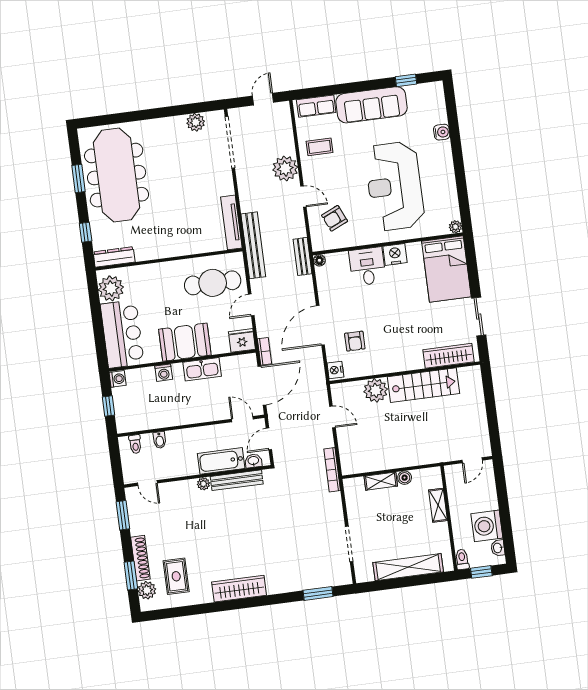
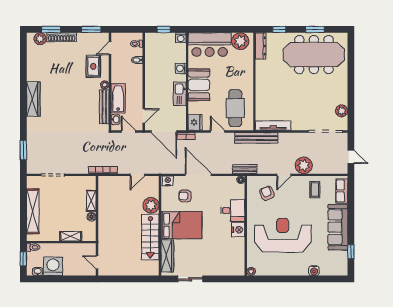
bed: (446, 269) -> (181, 225), moved, turned 180
rug: (176, 576) -> (93, 66), moved, turned 90

